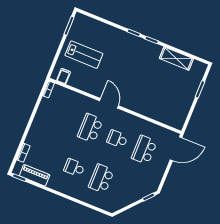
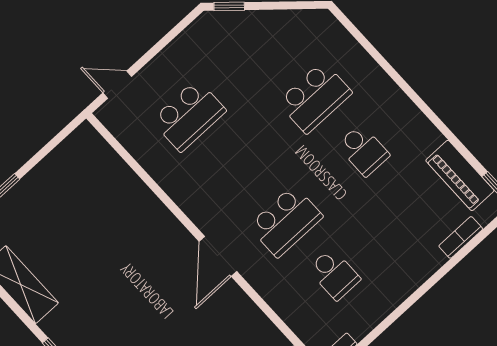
school desk: (117, 139) -> (334, 274), moved
door: (176, 149) -> (117, 85), width x0.53

